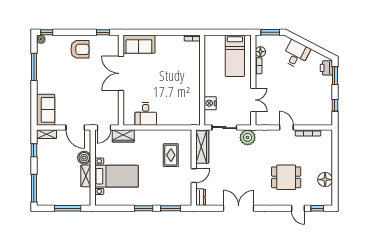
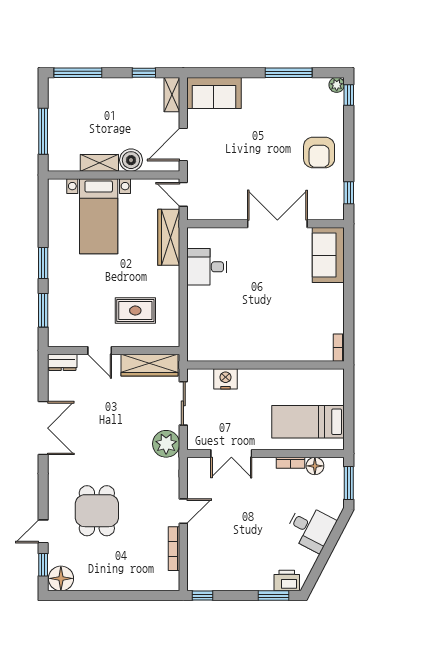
window: (335, 105) -> (203, 596), moved
wardrobe: (123, 136) -> (169, 237), width x1.50
floor lamp: (325, 180) -> (61, 578), moved

